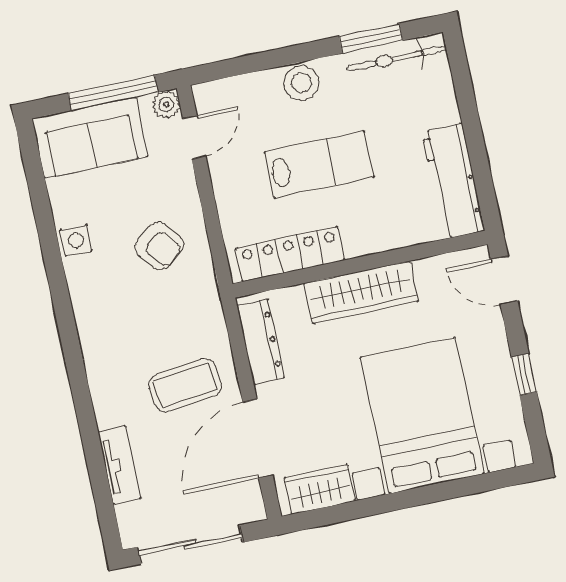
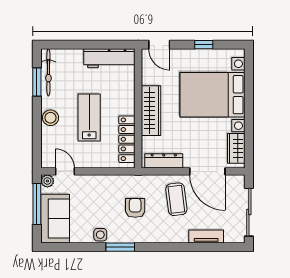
armchair: (159, 246) -> (135, 208), moved, turned -51
door: (504, 280) -> (159, 45), hinge flipped
window: (59, 288) -> (120, 247), added

